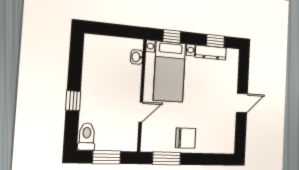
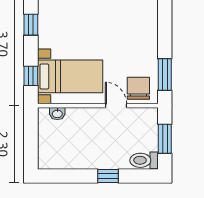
dresser: (211, 53) -> (45, 29), removed
chair: (186, 138) -> (138, 88), moved

